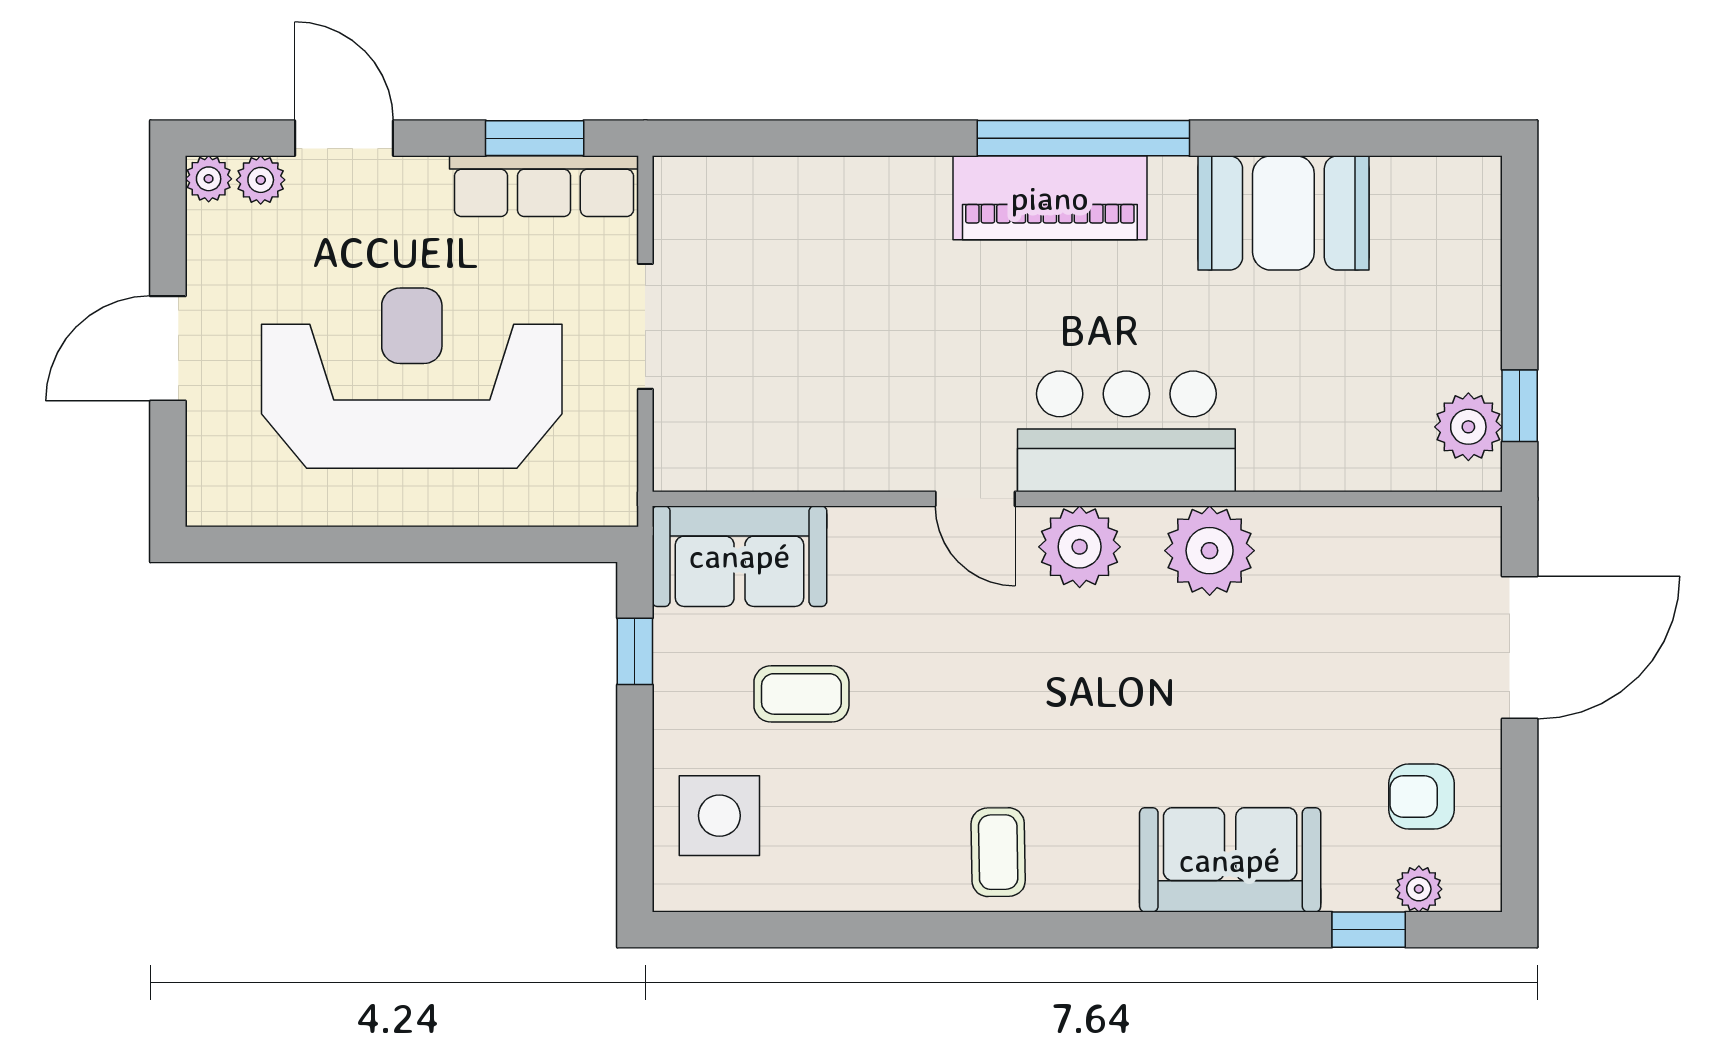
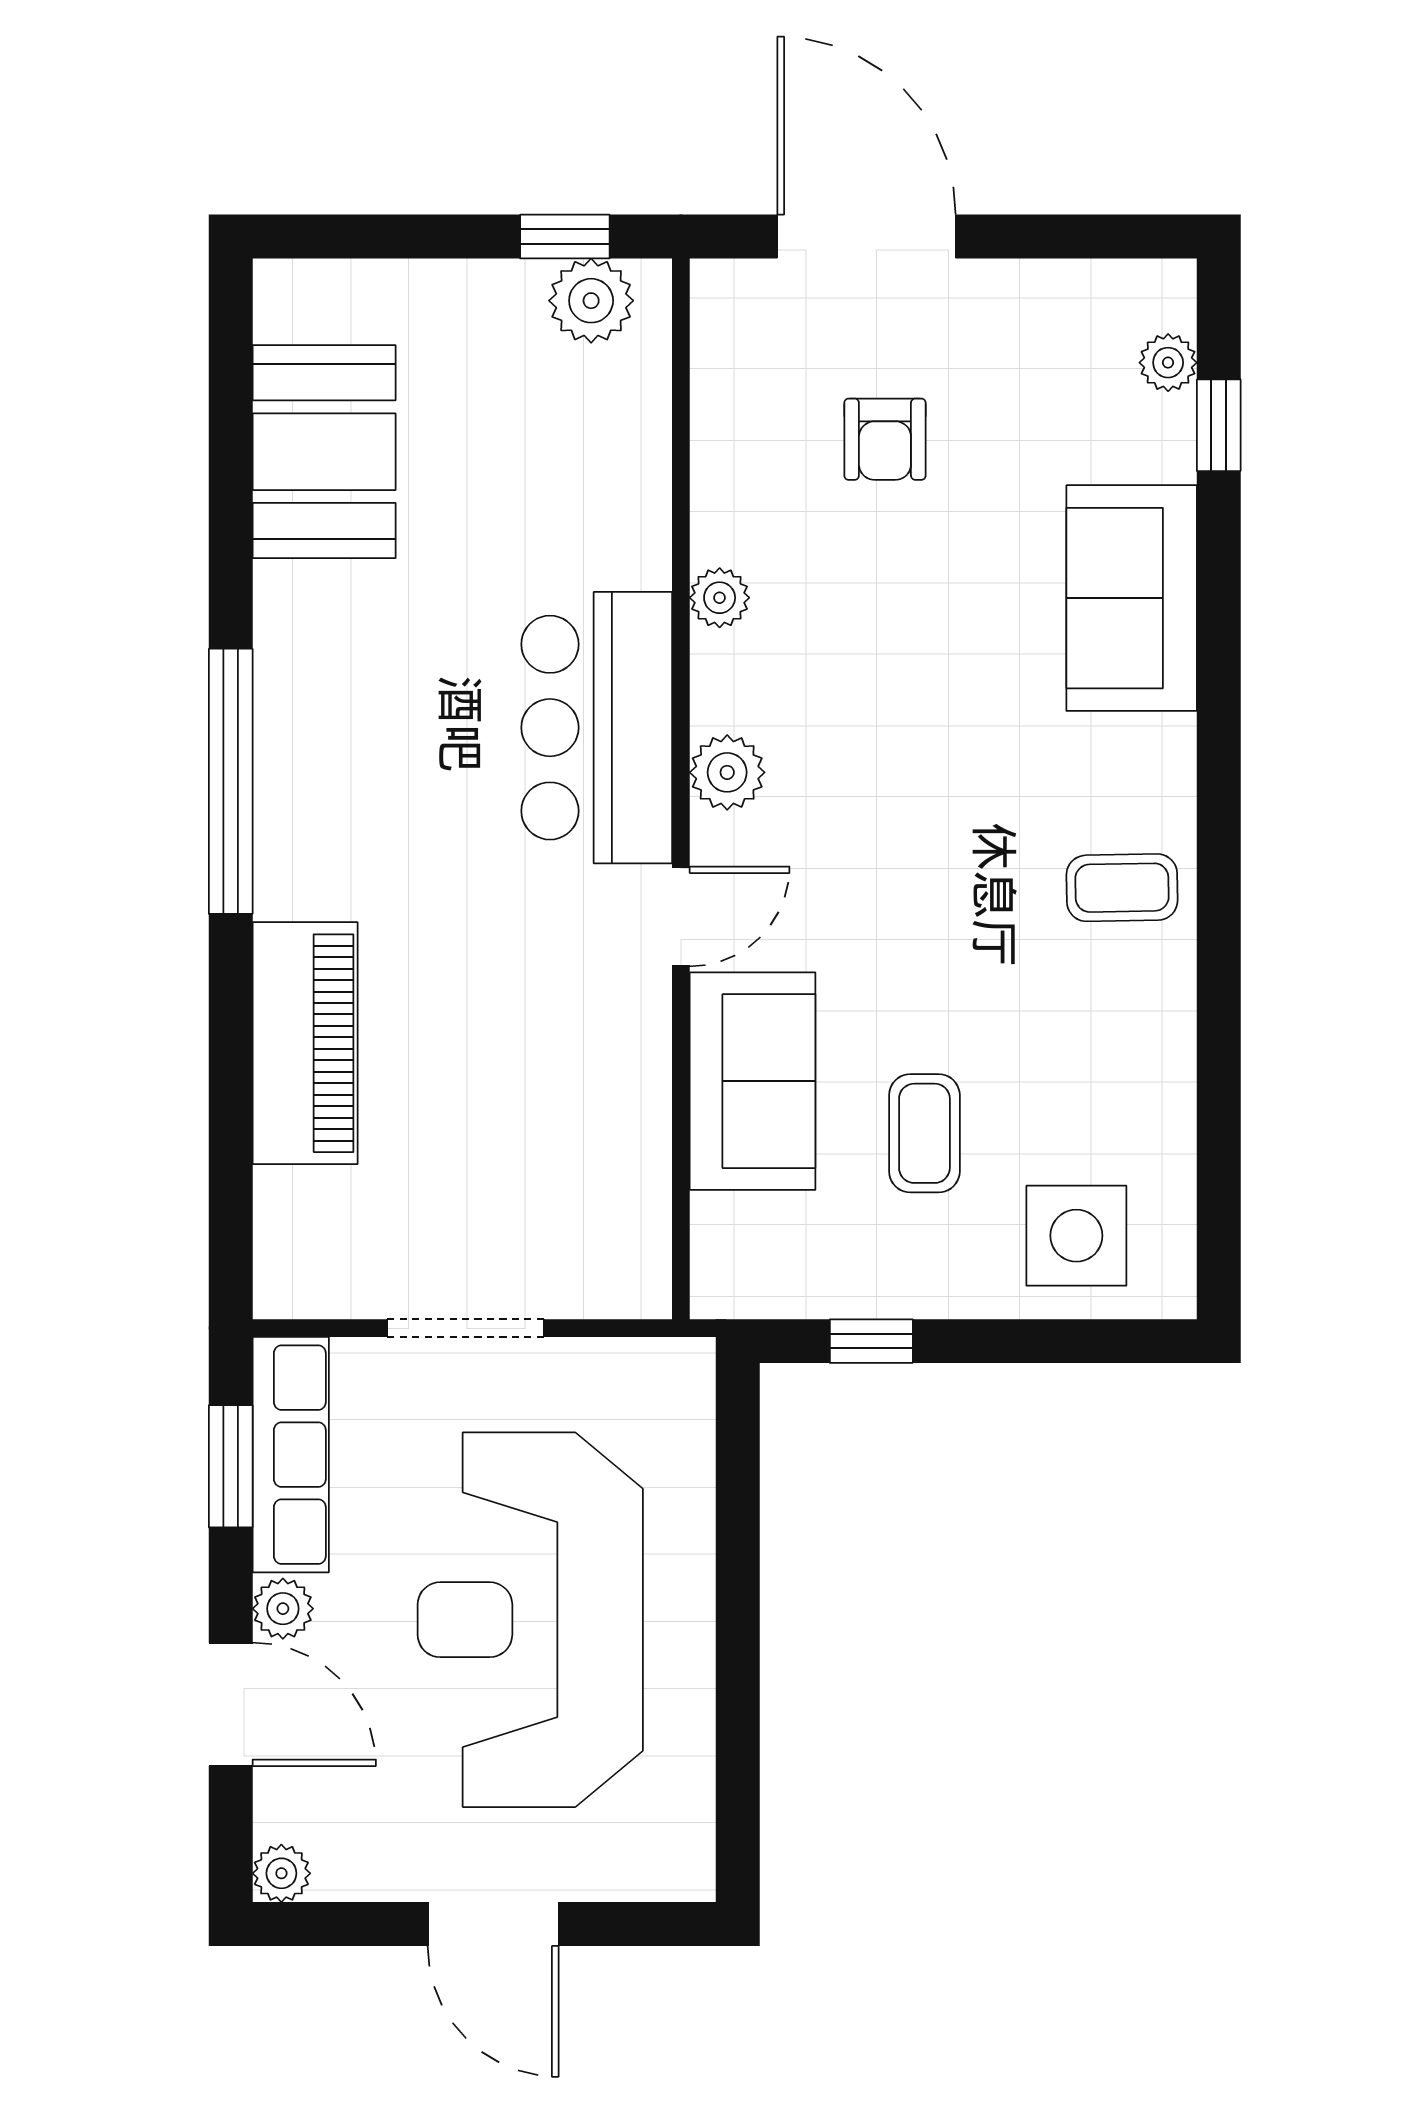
door: (344, 138) -> (231, 1704), swing flipped
plant: (261, 180) -> (283, 1609), moved
piano: (1050, 198) -> (305, 1043), moved
booth: (1283, 213) -> (324, 452), moved
plant: (1080, 547) -> (727, 772), width x0.73, depth x0.73
plant: (1210, 551) -> (720, 598), width x0.53, depth x0.53
sofa: (740, 556) -> (753, 1081), moved
armchair: (1421, 797) -> (885, 439), moved

